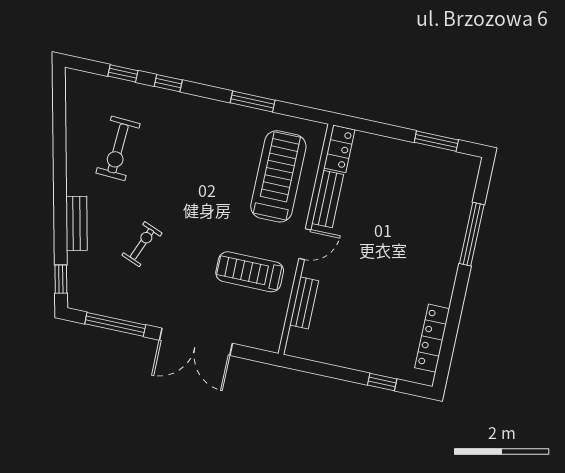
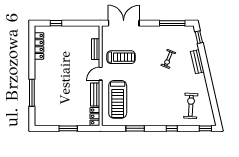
window: (123, 73) -> (205, 128), moved
window: (436, 141) -> (68, 128), moved
exercise bike: (118, 148) -> (191, 106), moved
double door: (196, 342) -> (124, 23), moved

